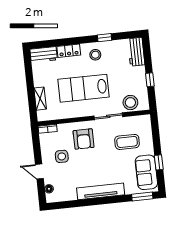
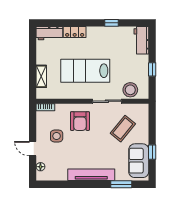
stool: (95, 55) -> (101, 39), removed
coffee table: (127, 142) -> (123, 129), turned -51
window: (142, 197) -> (121, 184), moved

